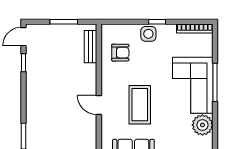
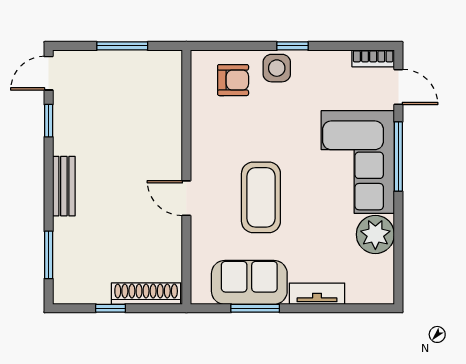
bookcase: (195, 29) -> (373, 58), width x0.64
door: (215, 44) -> (398, 87), added
bench: (91, 47) -> (64, 186), moved
armchair: (120, 53) -> (233, 80), moved

